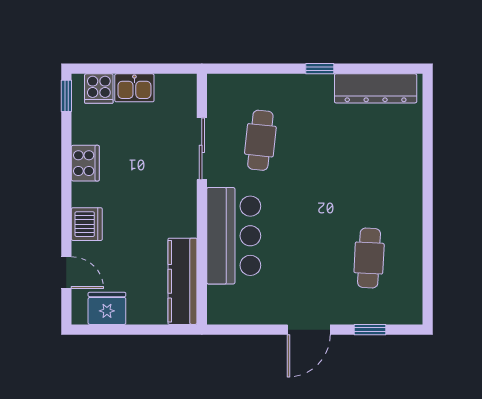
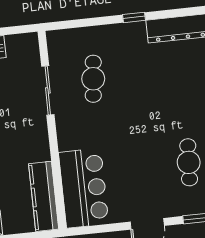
bar counter: (234, 236) -> (84, 188), moved

